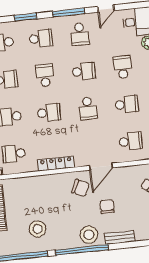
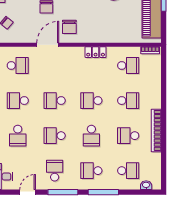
window: (26, 17) -> (103, 192), width x1.44
school desk: (88, 108) -> (55, 101), turned -90
school desk: (131, 141) -> (18, 65), turned 180
locker: (56, 164) -> (96, 52), width x0.66
chair: (80, 188) -> (69, 27), turned -115

